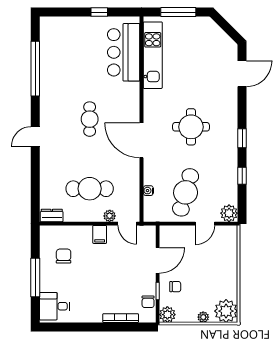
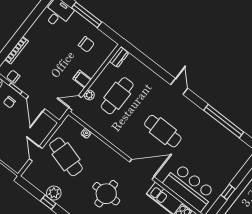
cafe table: (90, 119) -> (163, 131), width x1.37, depth x1.35
door: (141, 140) -> (142, 169), moved
plant: (229, 213) -> (54, 193), moved

